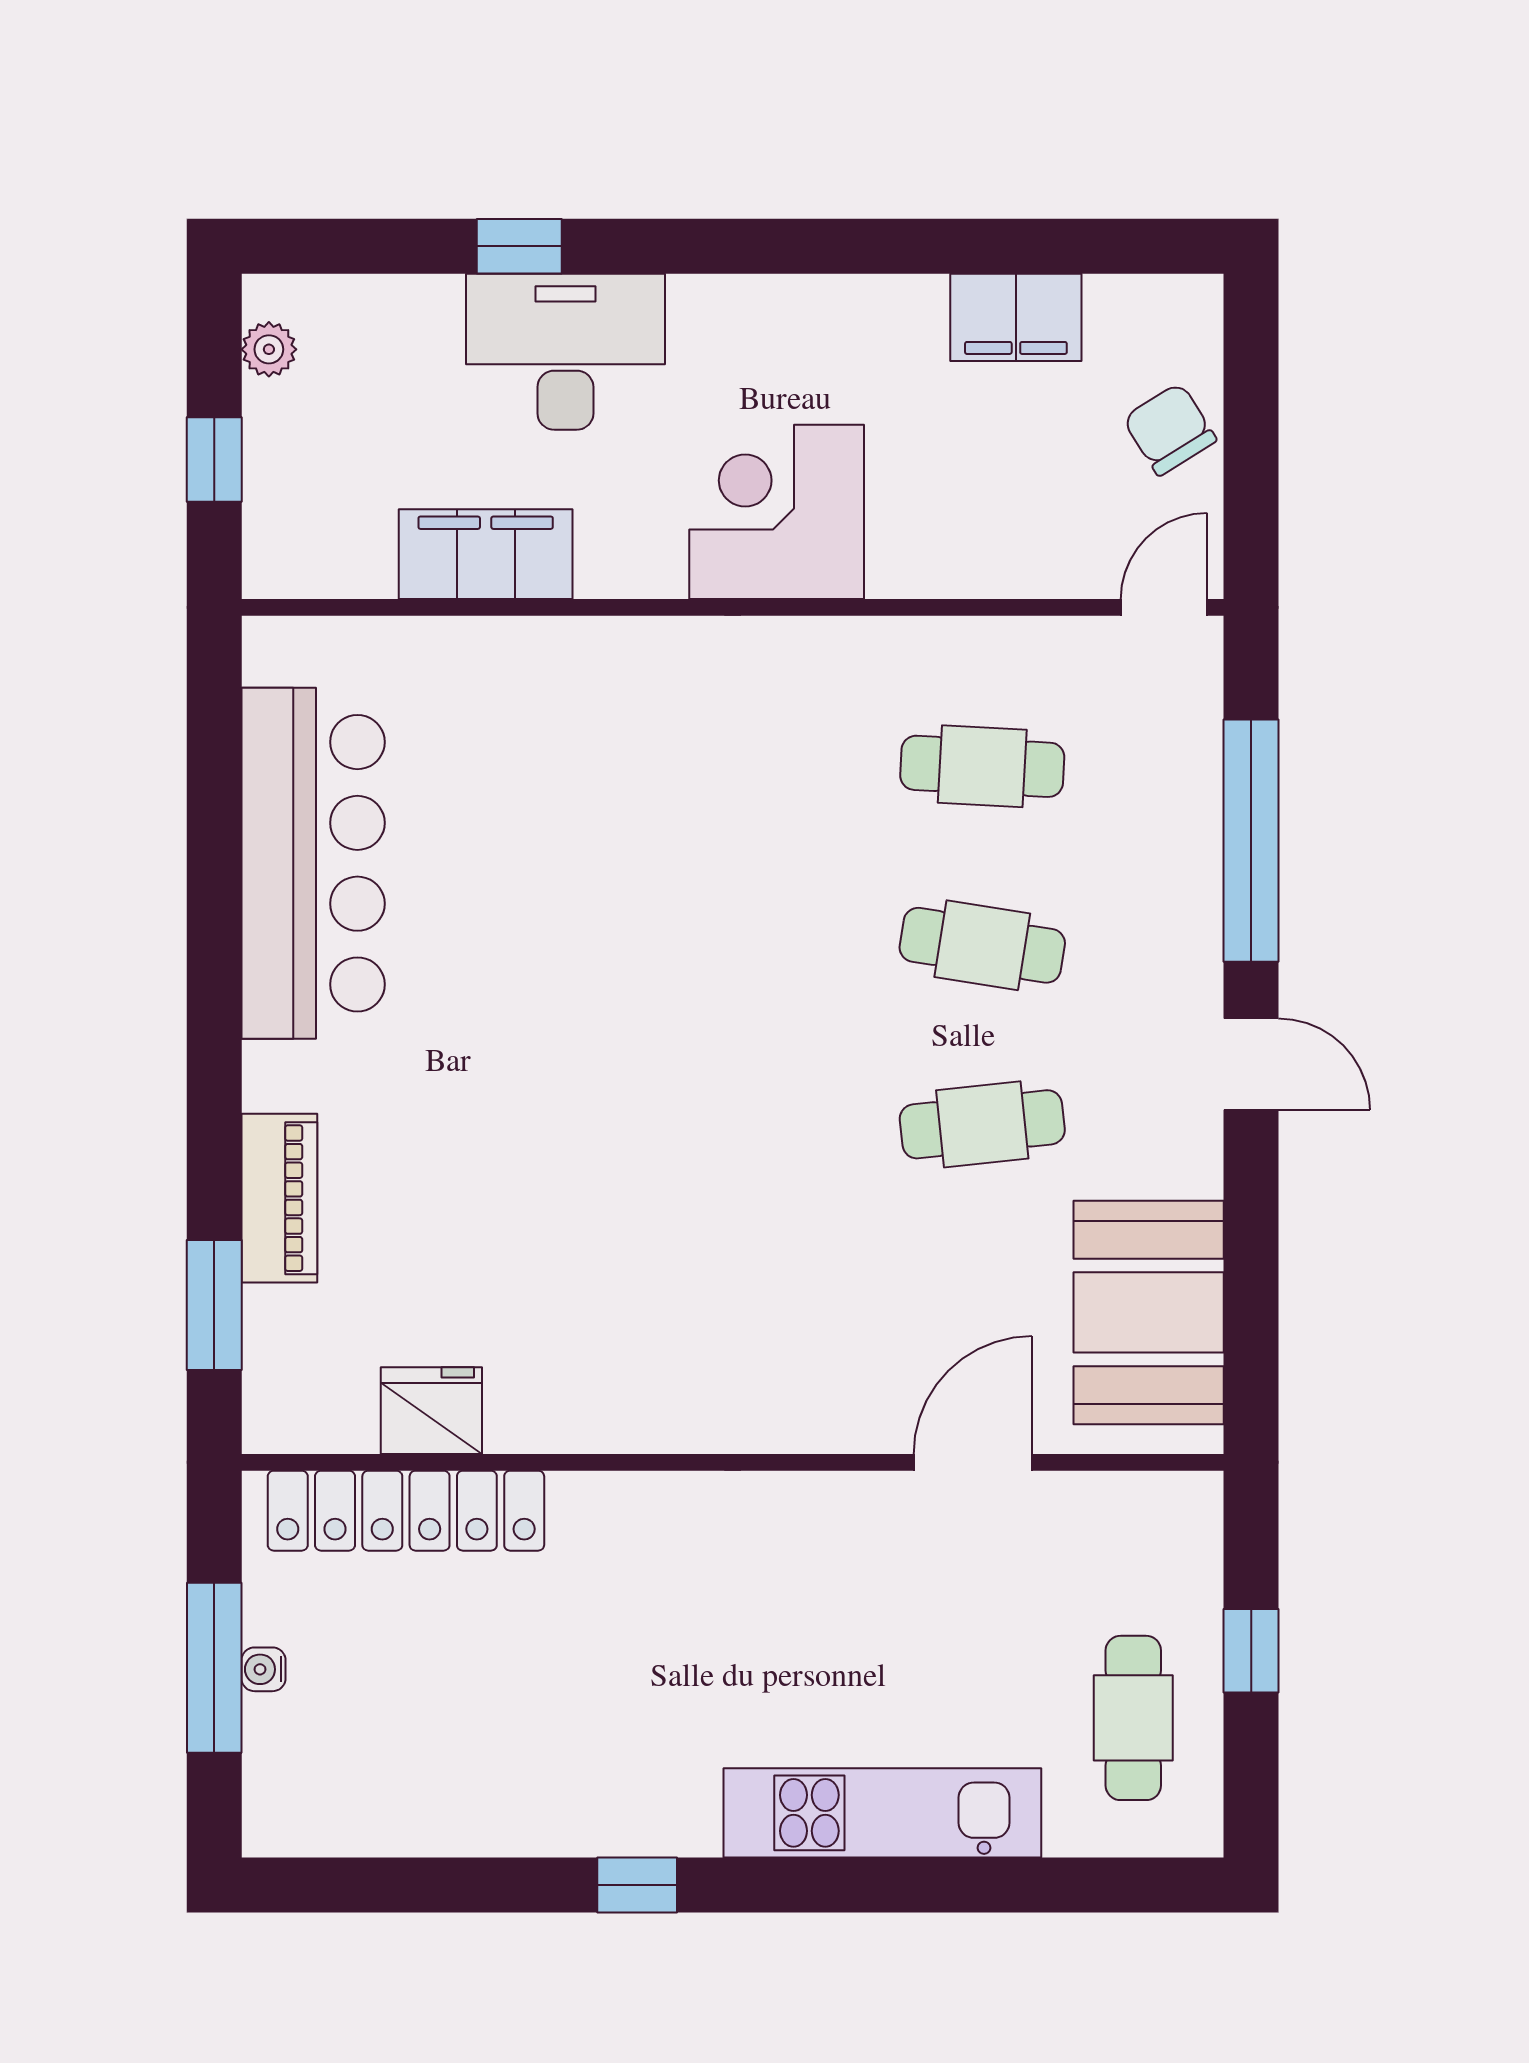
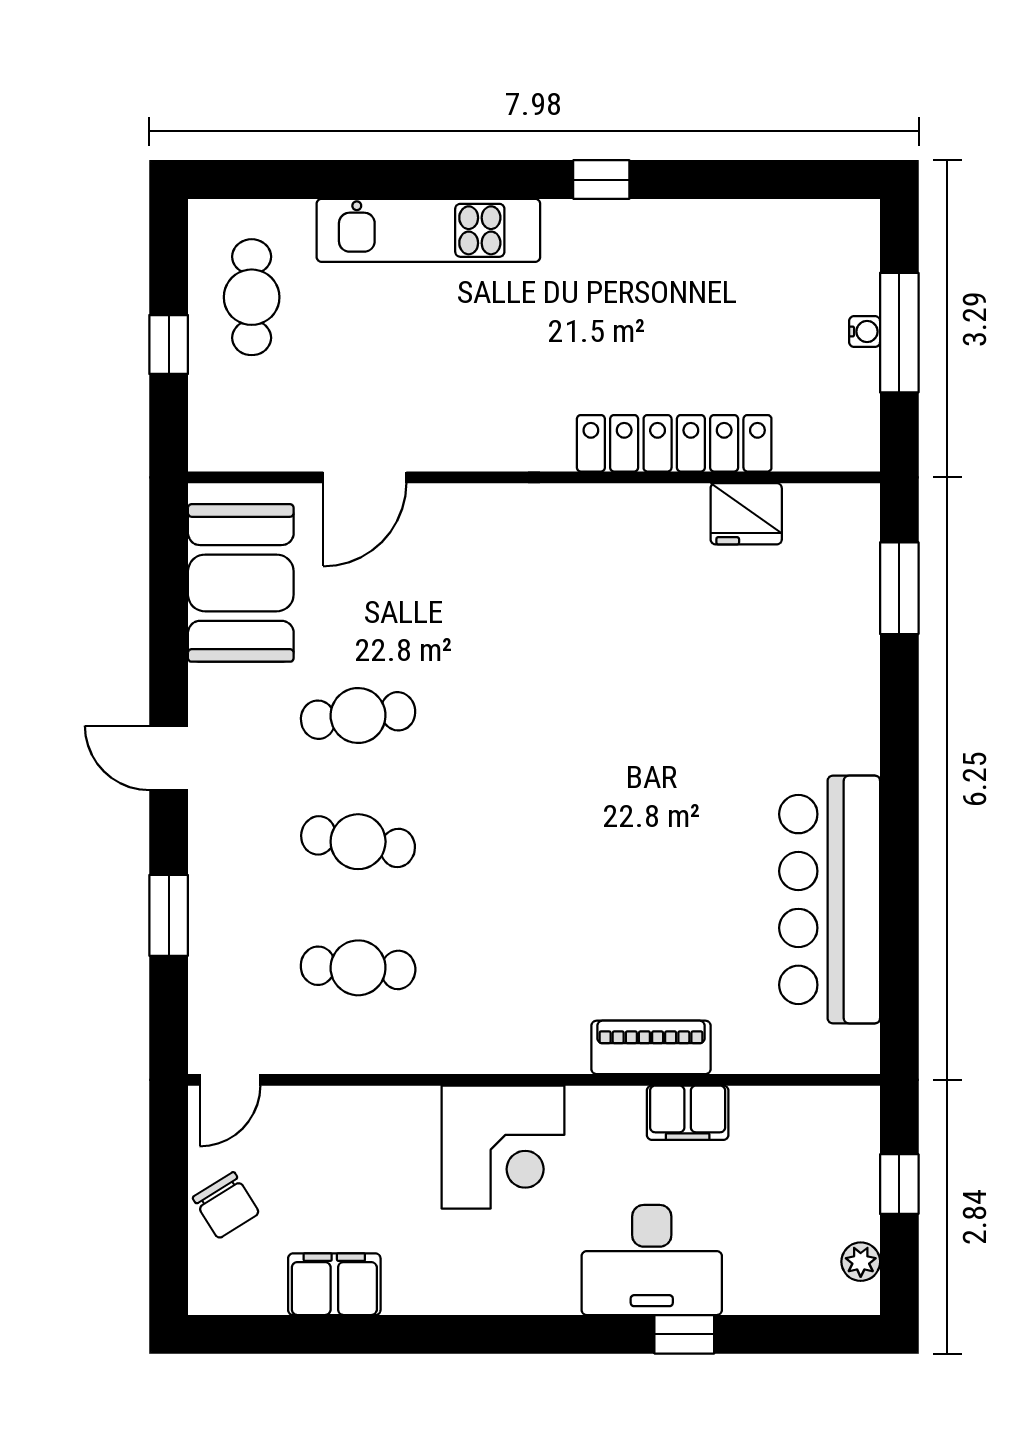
filing cabinet: (486, 554) -> (688, 1113), width x0.67, depth x0.86
window: (1251, 841) -> (169, 915), width x0.47
piano: (279, 1198) -> (651, 1047), moved, turned 90
locker: (406, 1511) -> (674, 443), moved

